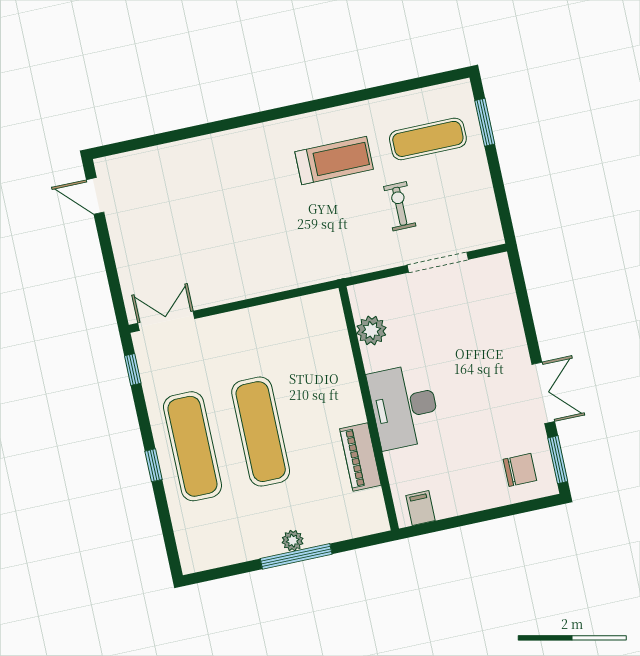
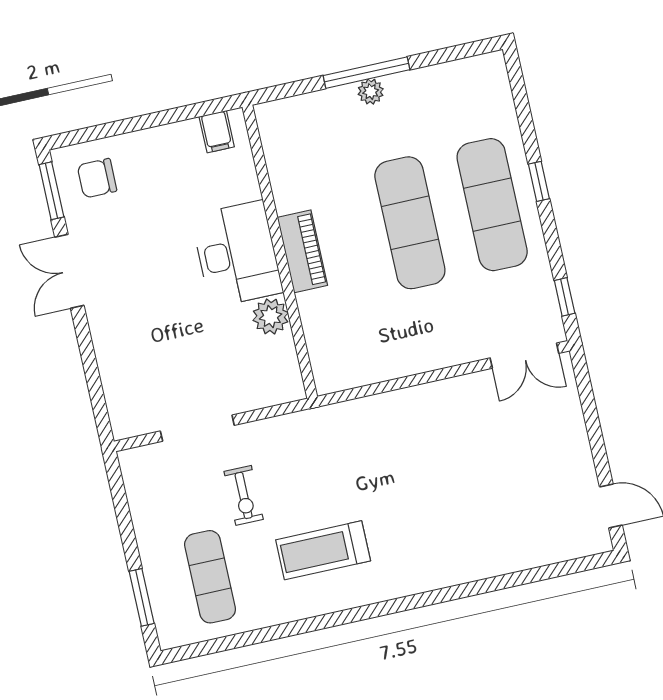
exercise mat: (428, 139) -> (210, 577), turned 90
plant: (371, 330) -> (271, 316), moved
piano: (360, 457) -> (302, 251), moved

